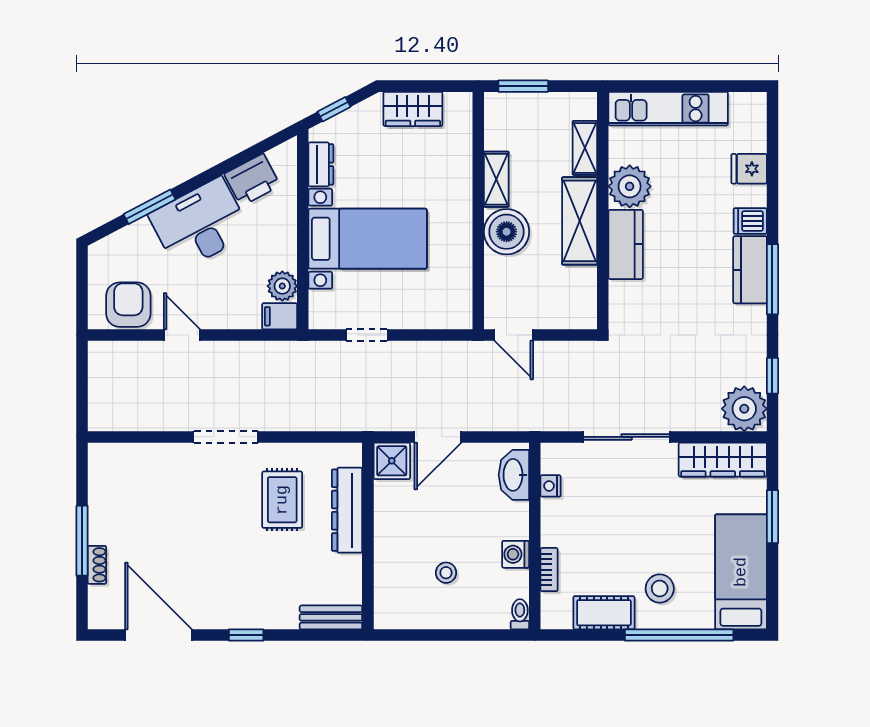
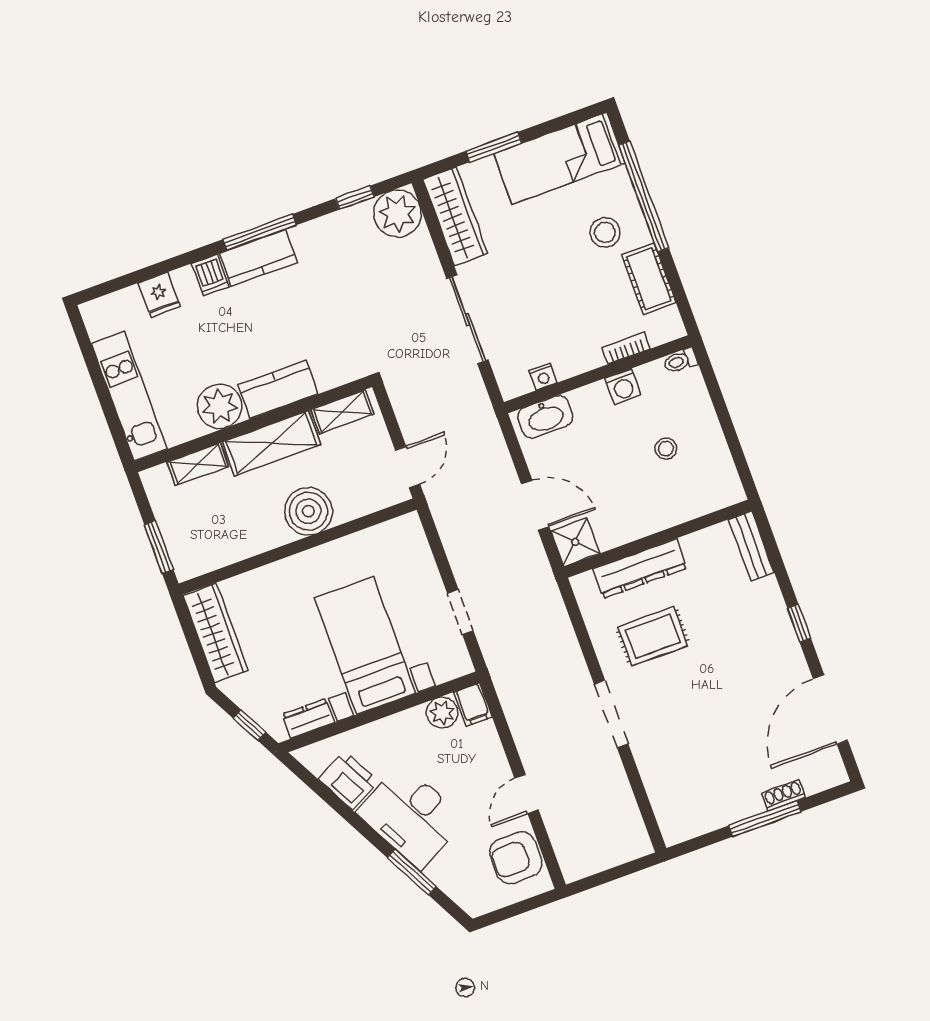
wardrobe: (413, 109) -> (216, 633), width x1.50
shelving: (496, 179) -> (342, 412), moved

